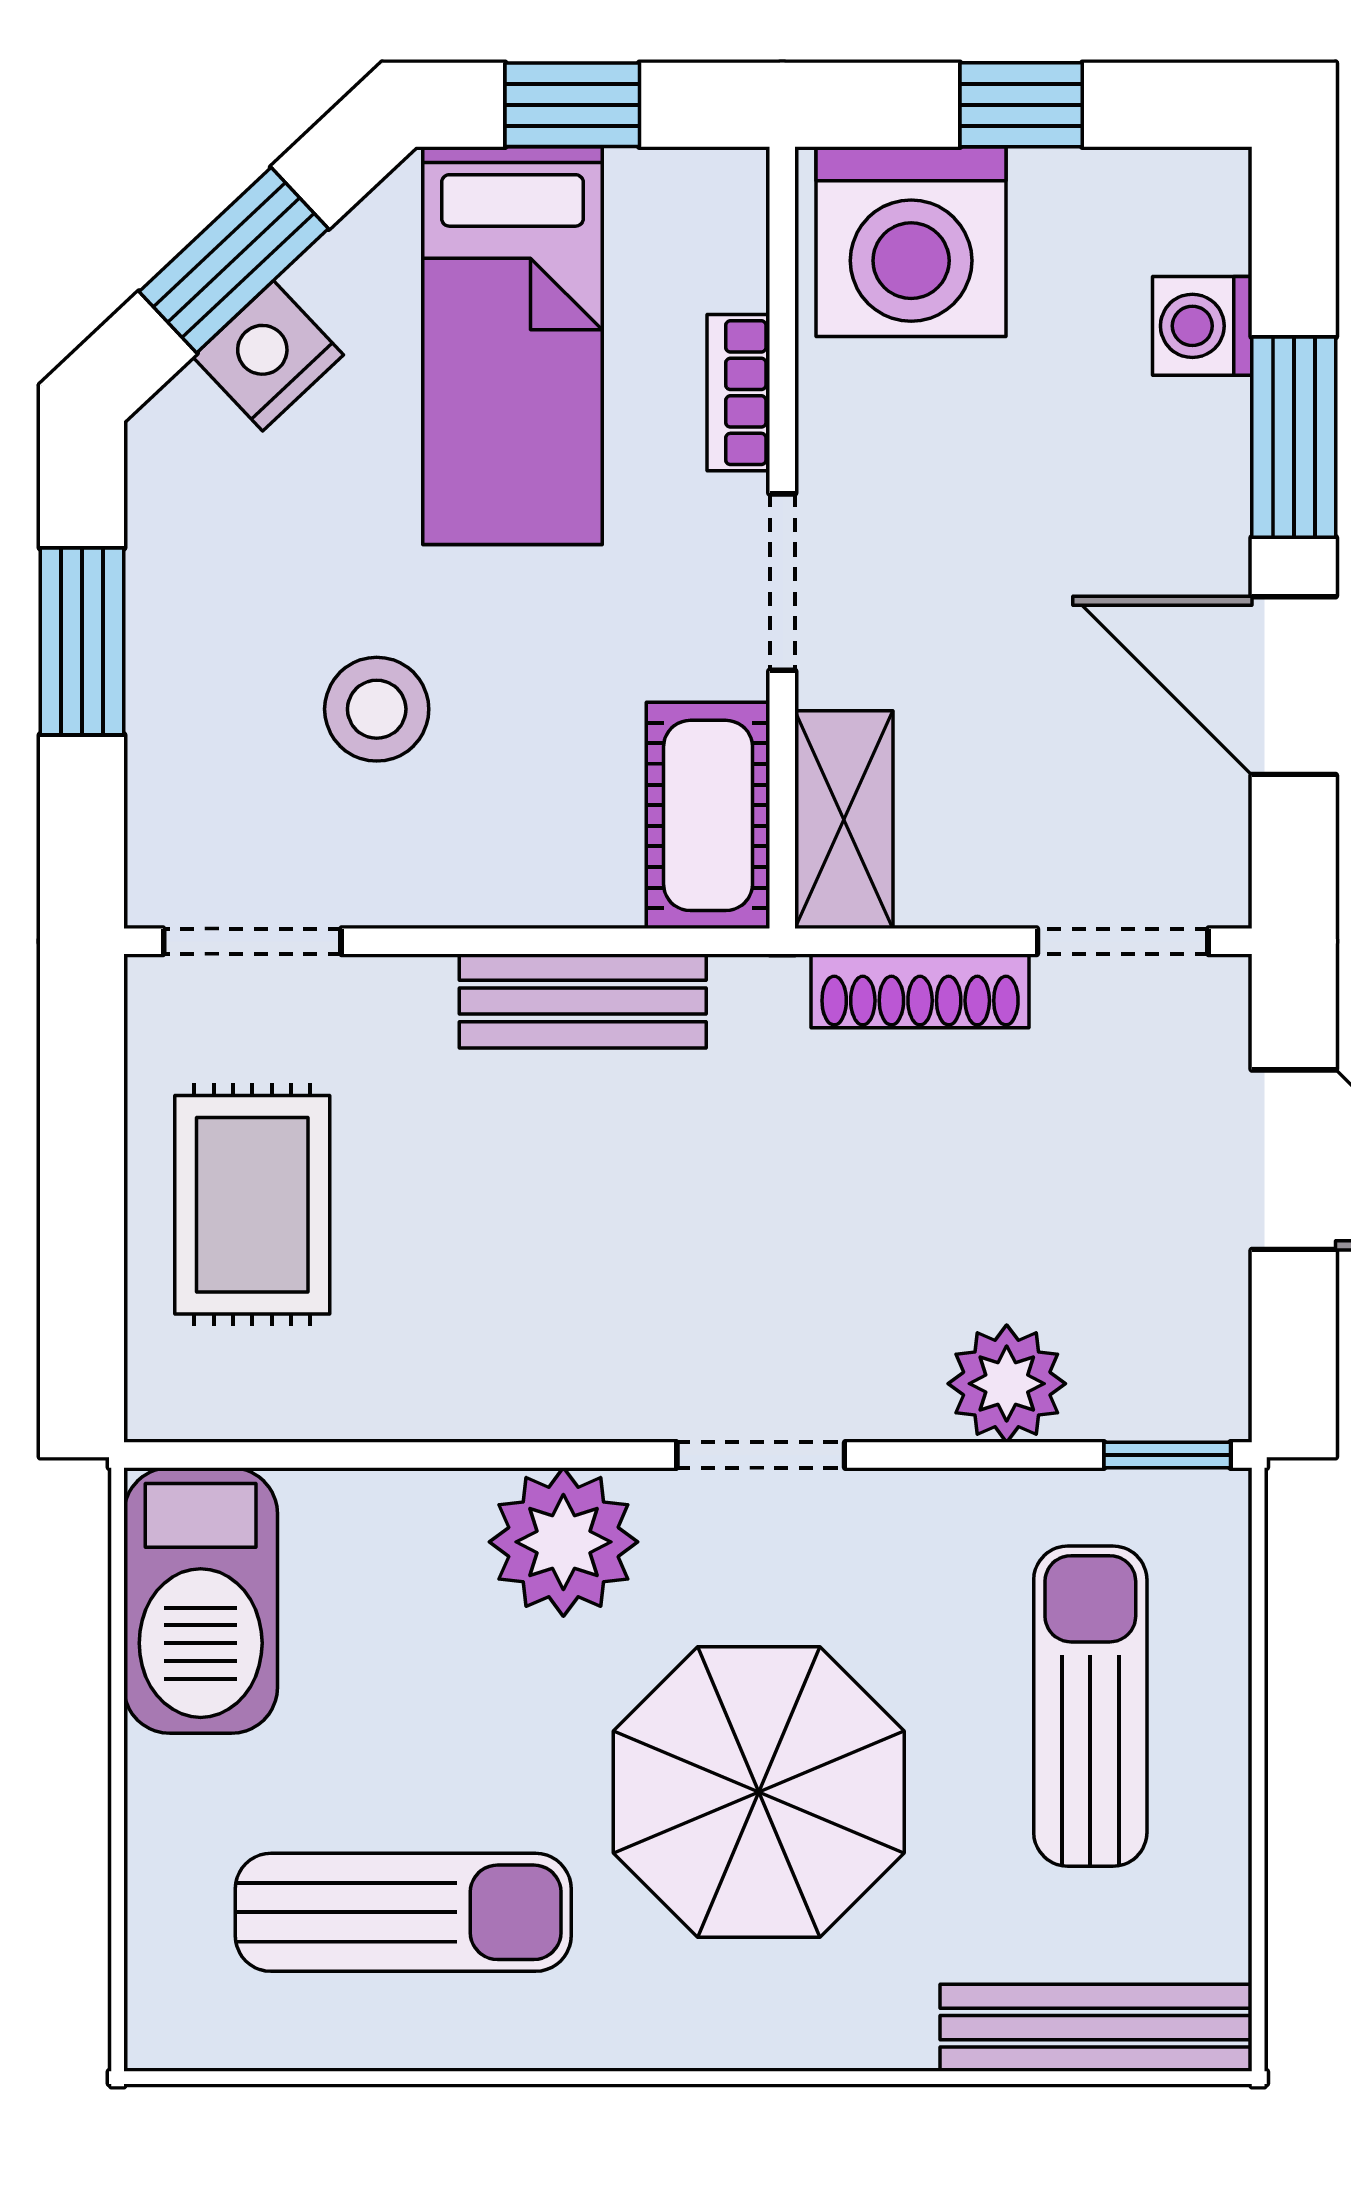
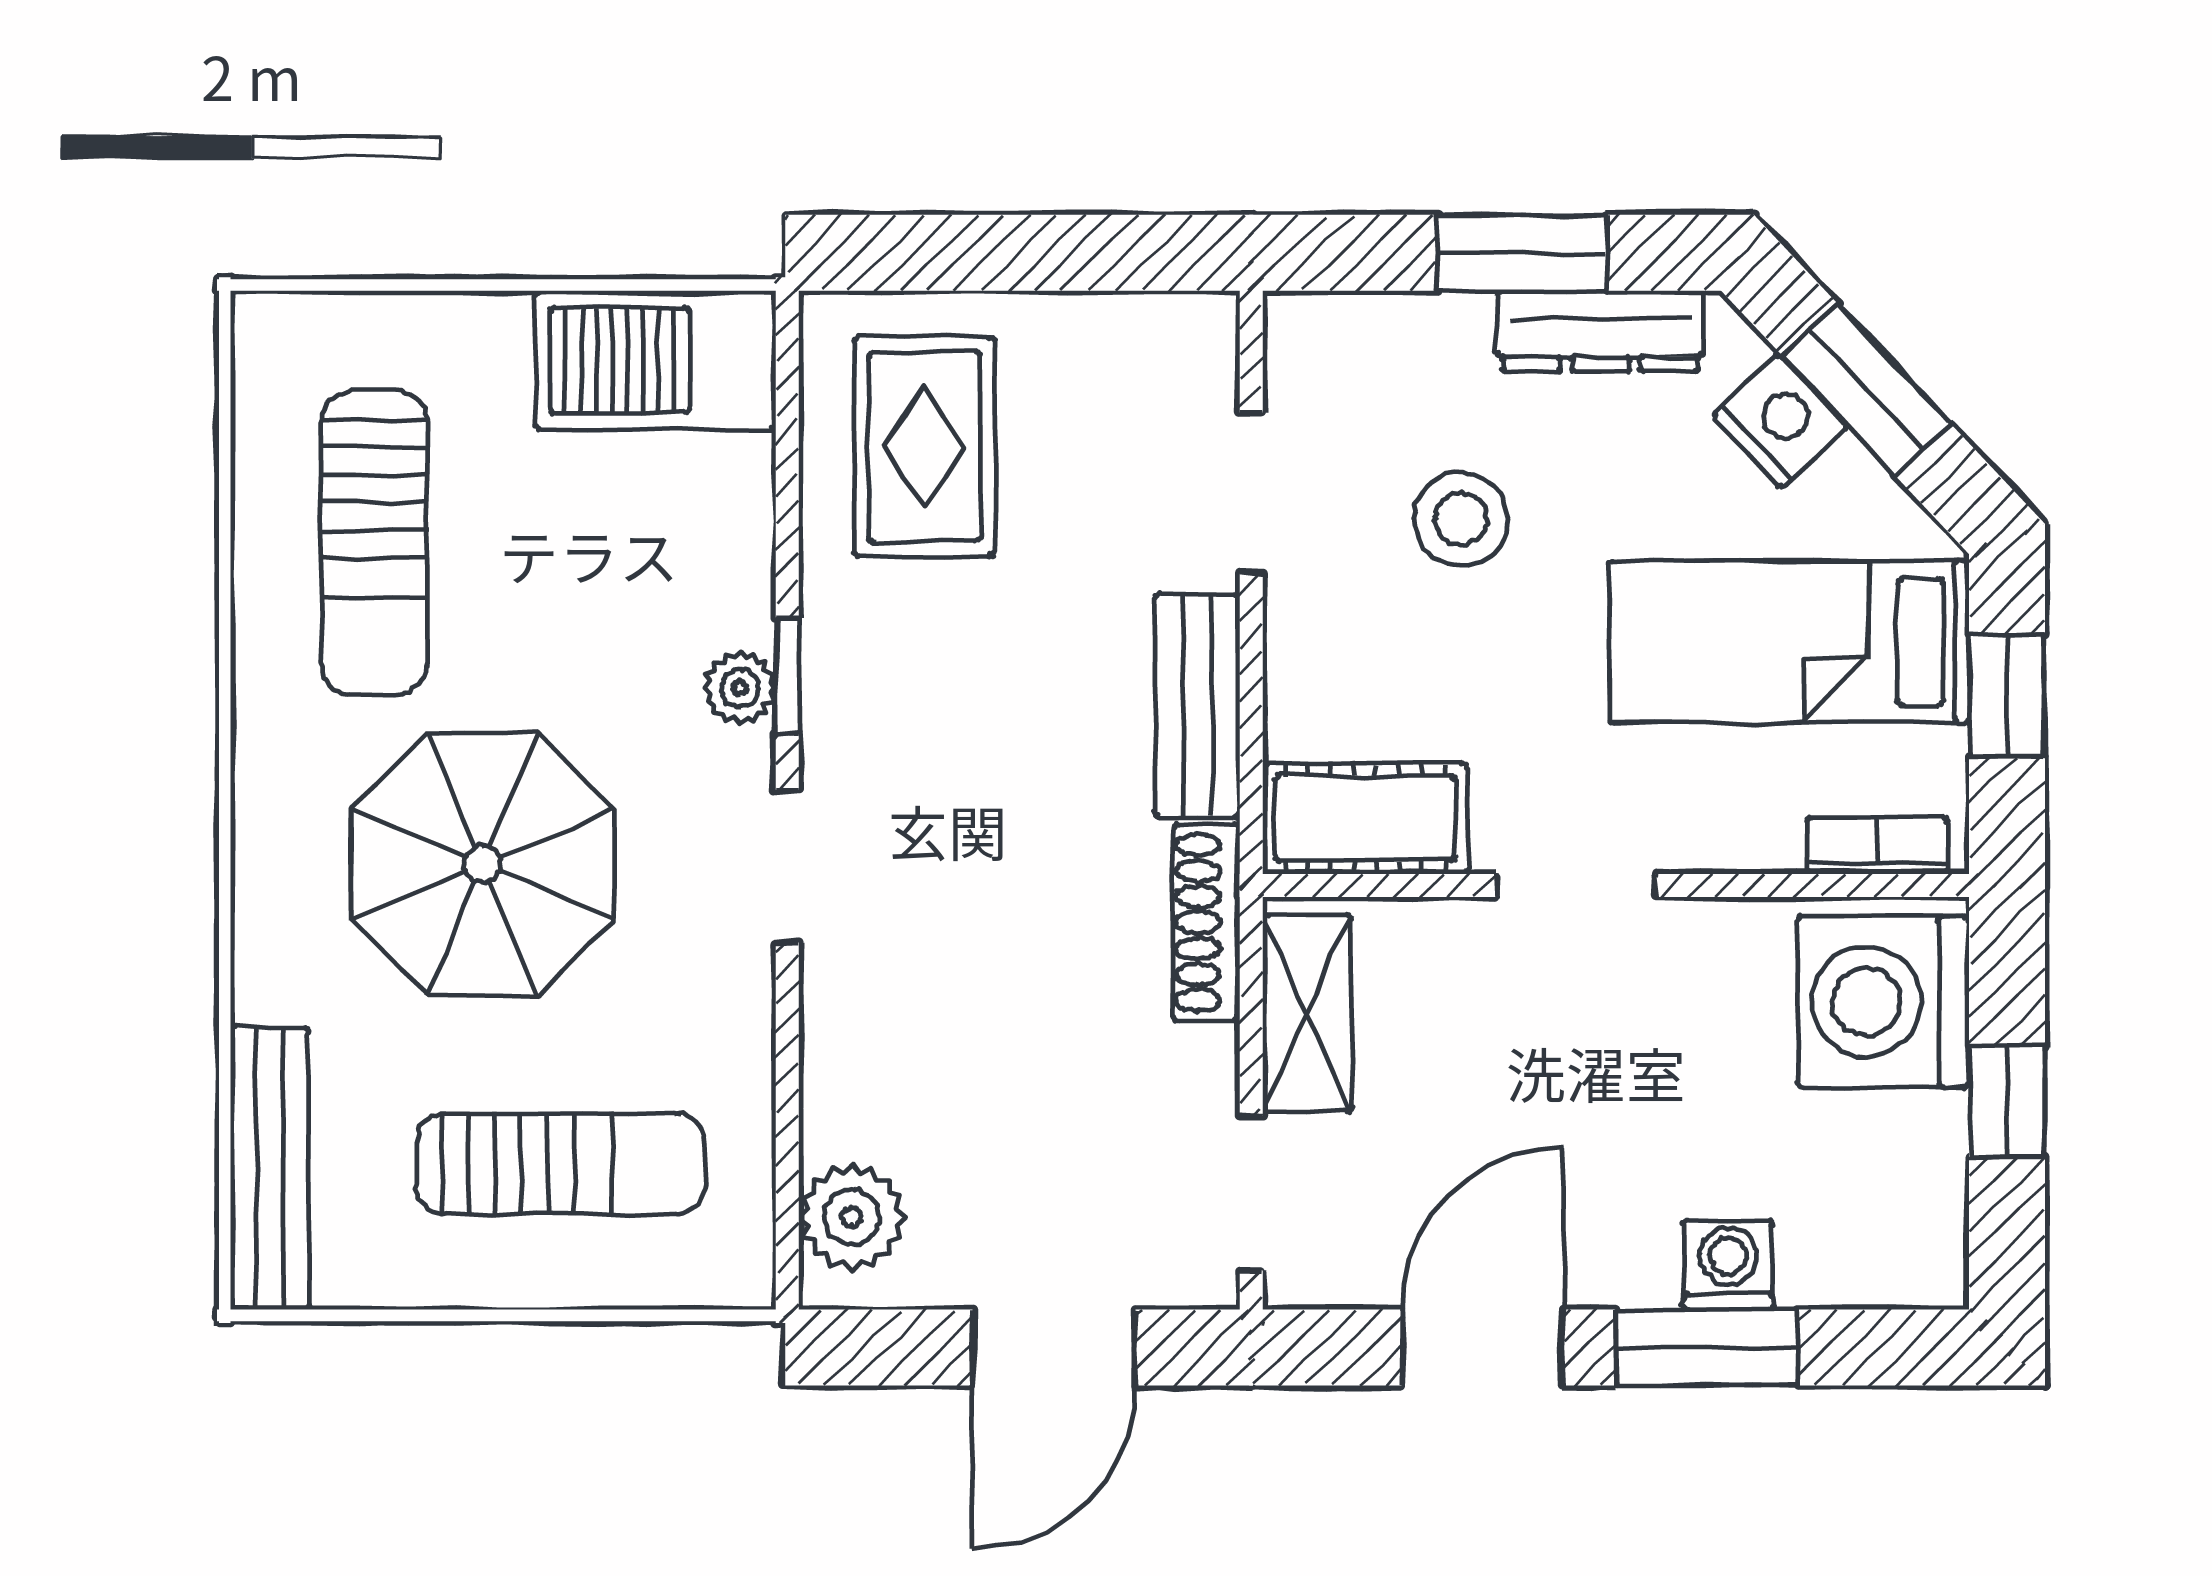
washing machine: (1202, 326) -> (1728, 1265), moved
bookcase: (738, 393) -> (1878, 846), moved
dresser: (169, 555) -> (1601, 331), added
shelving: (844, 820) -> (1307, 1014), moved, turned 90
doorway: (252, 941) -> (1251, 493), moved
shoe rack: (920, 991) -> (1206, 923), moved
rug: (252, 1205) -> (924, 447), moved, turned 90
plant: (1007, 1384) -> (852, 1217), moved
window: (1167, 1455) -> (787, 676), moved
plant: (563, 1542) -> (740, 688), width x0.53, depth x0.53

